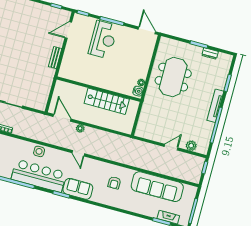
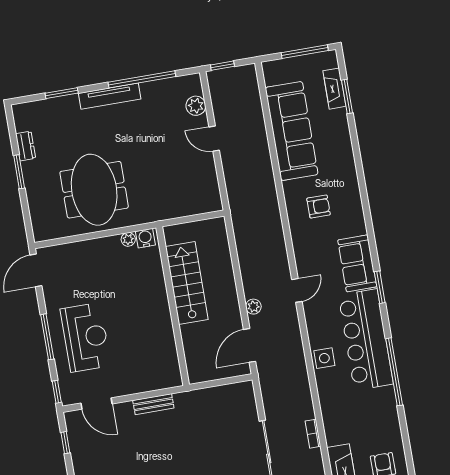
reception desk: (103, 40) -> (86, 337), turned 90
meeting table: (173, 77) -> (94, 190), turned 90

